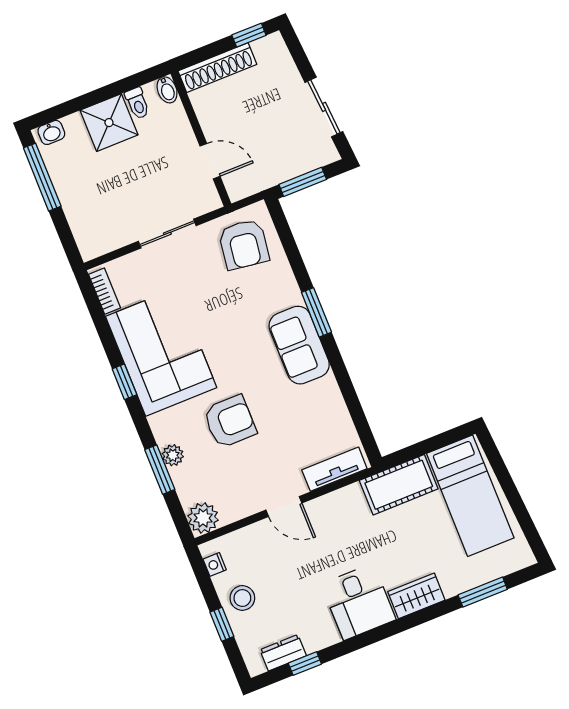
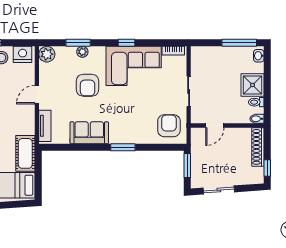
armchair: (244, 244) -> (169, 126), turned 82
sofa: (299, 345) -> (89, 133), moved
nightstand: (215, 564) -> (23, 54), width x1.89, depth x1.79

